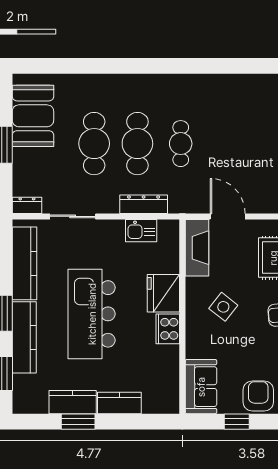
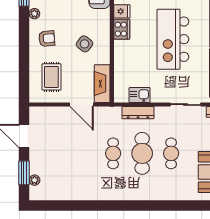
cafe table: (94, 144) -> (171, 153), width x0.73, depth x0.74
fridge: (163, 293) -> (122, 11), moved, width x0.53, depth x0.75
kitchen island: (92, 314) -> (173, 39), turned 180

